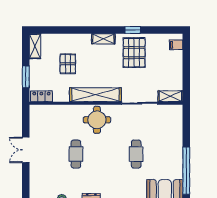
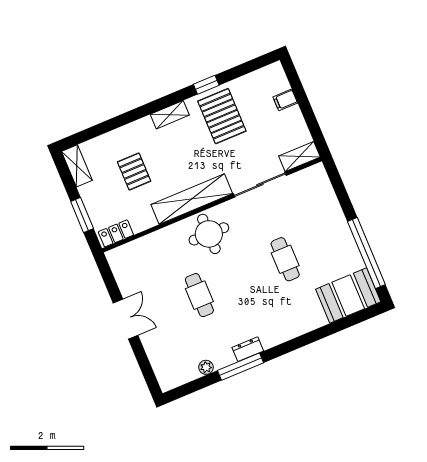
filing cabinet: (176, 45) -> (285, 100), moved
double door: (26, 150) -> (126, 319), swing flipped

